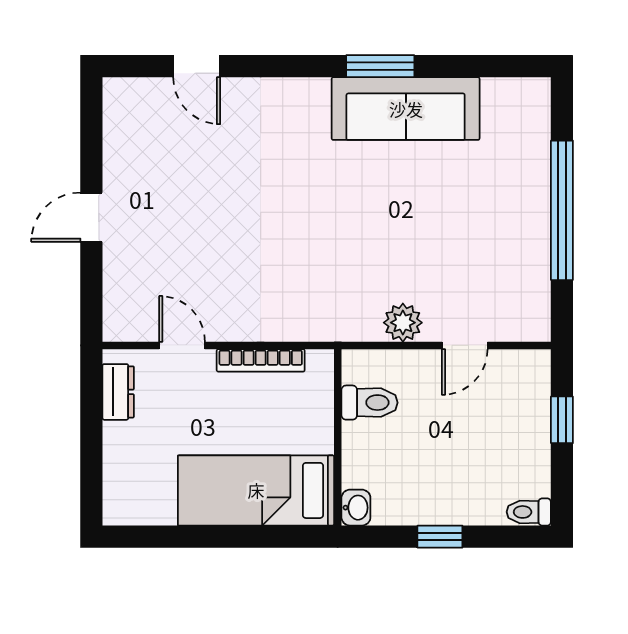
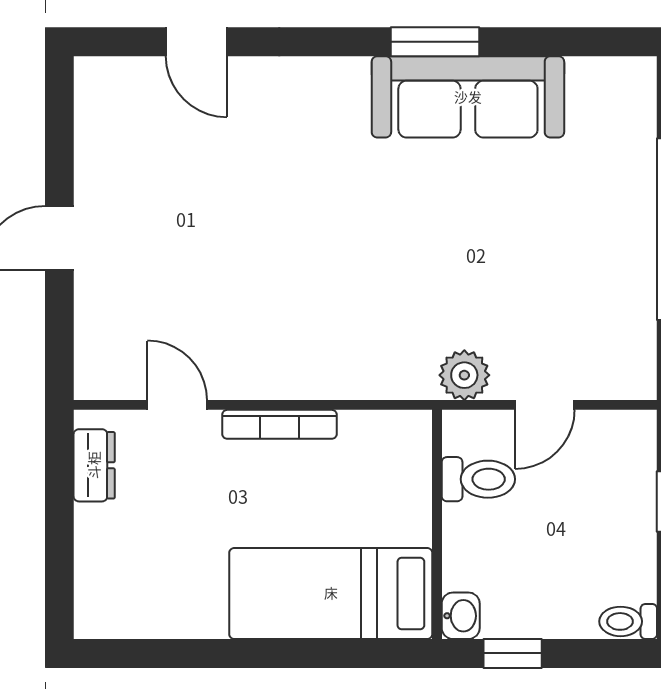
toilet: (370, 403) -> (478, 479), moved
wall: (338, 437) -> (437, 524), moved
bed: (256, 490) -> (331, 593), moved
washbasin: (356, 508) -> (461, 616), moved

